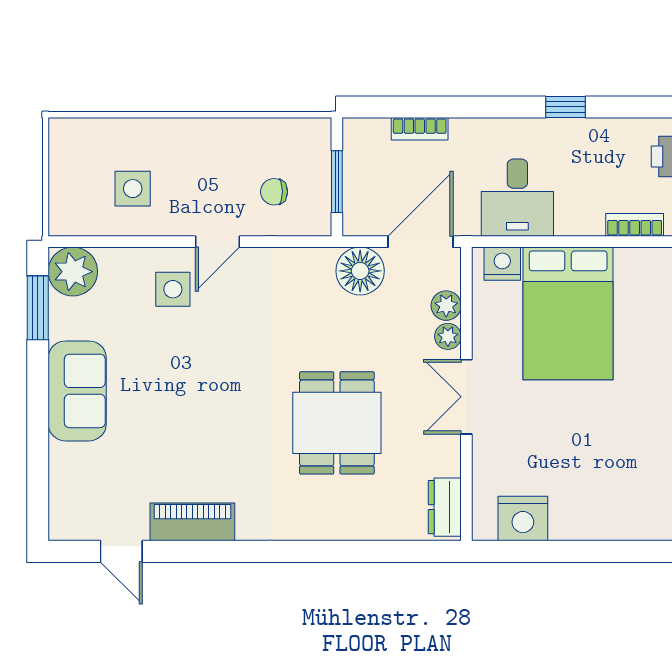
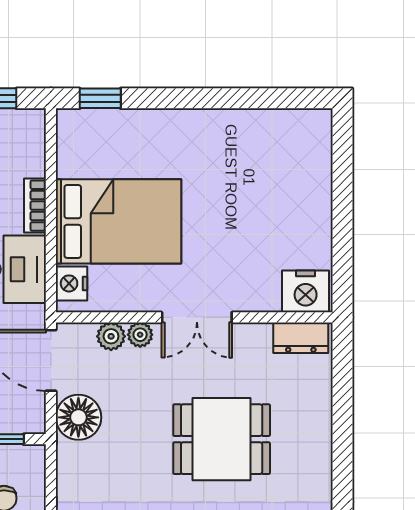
bookcase: (635, 225) -> (35, 206), moved
nightstand: (523, 518) -> (306, 291), moved, turned 90

